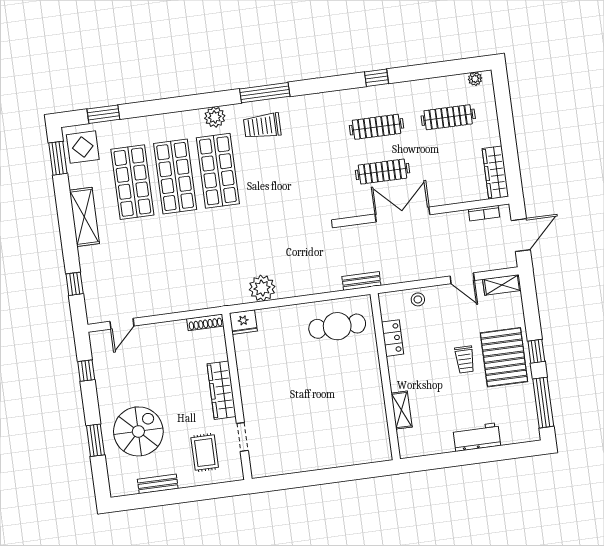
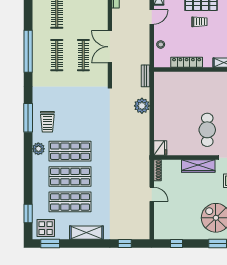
window: (377, 78) -> (28, 51), width x3.17
plant: (262, 288) -> (142, 106), moved
door: (122, 324) -> (152, 194), moved
cafe table: (337, 326) -> (207, 130), moved
locker: (393, 338) -> (187, 62), width x1.53

